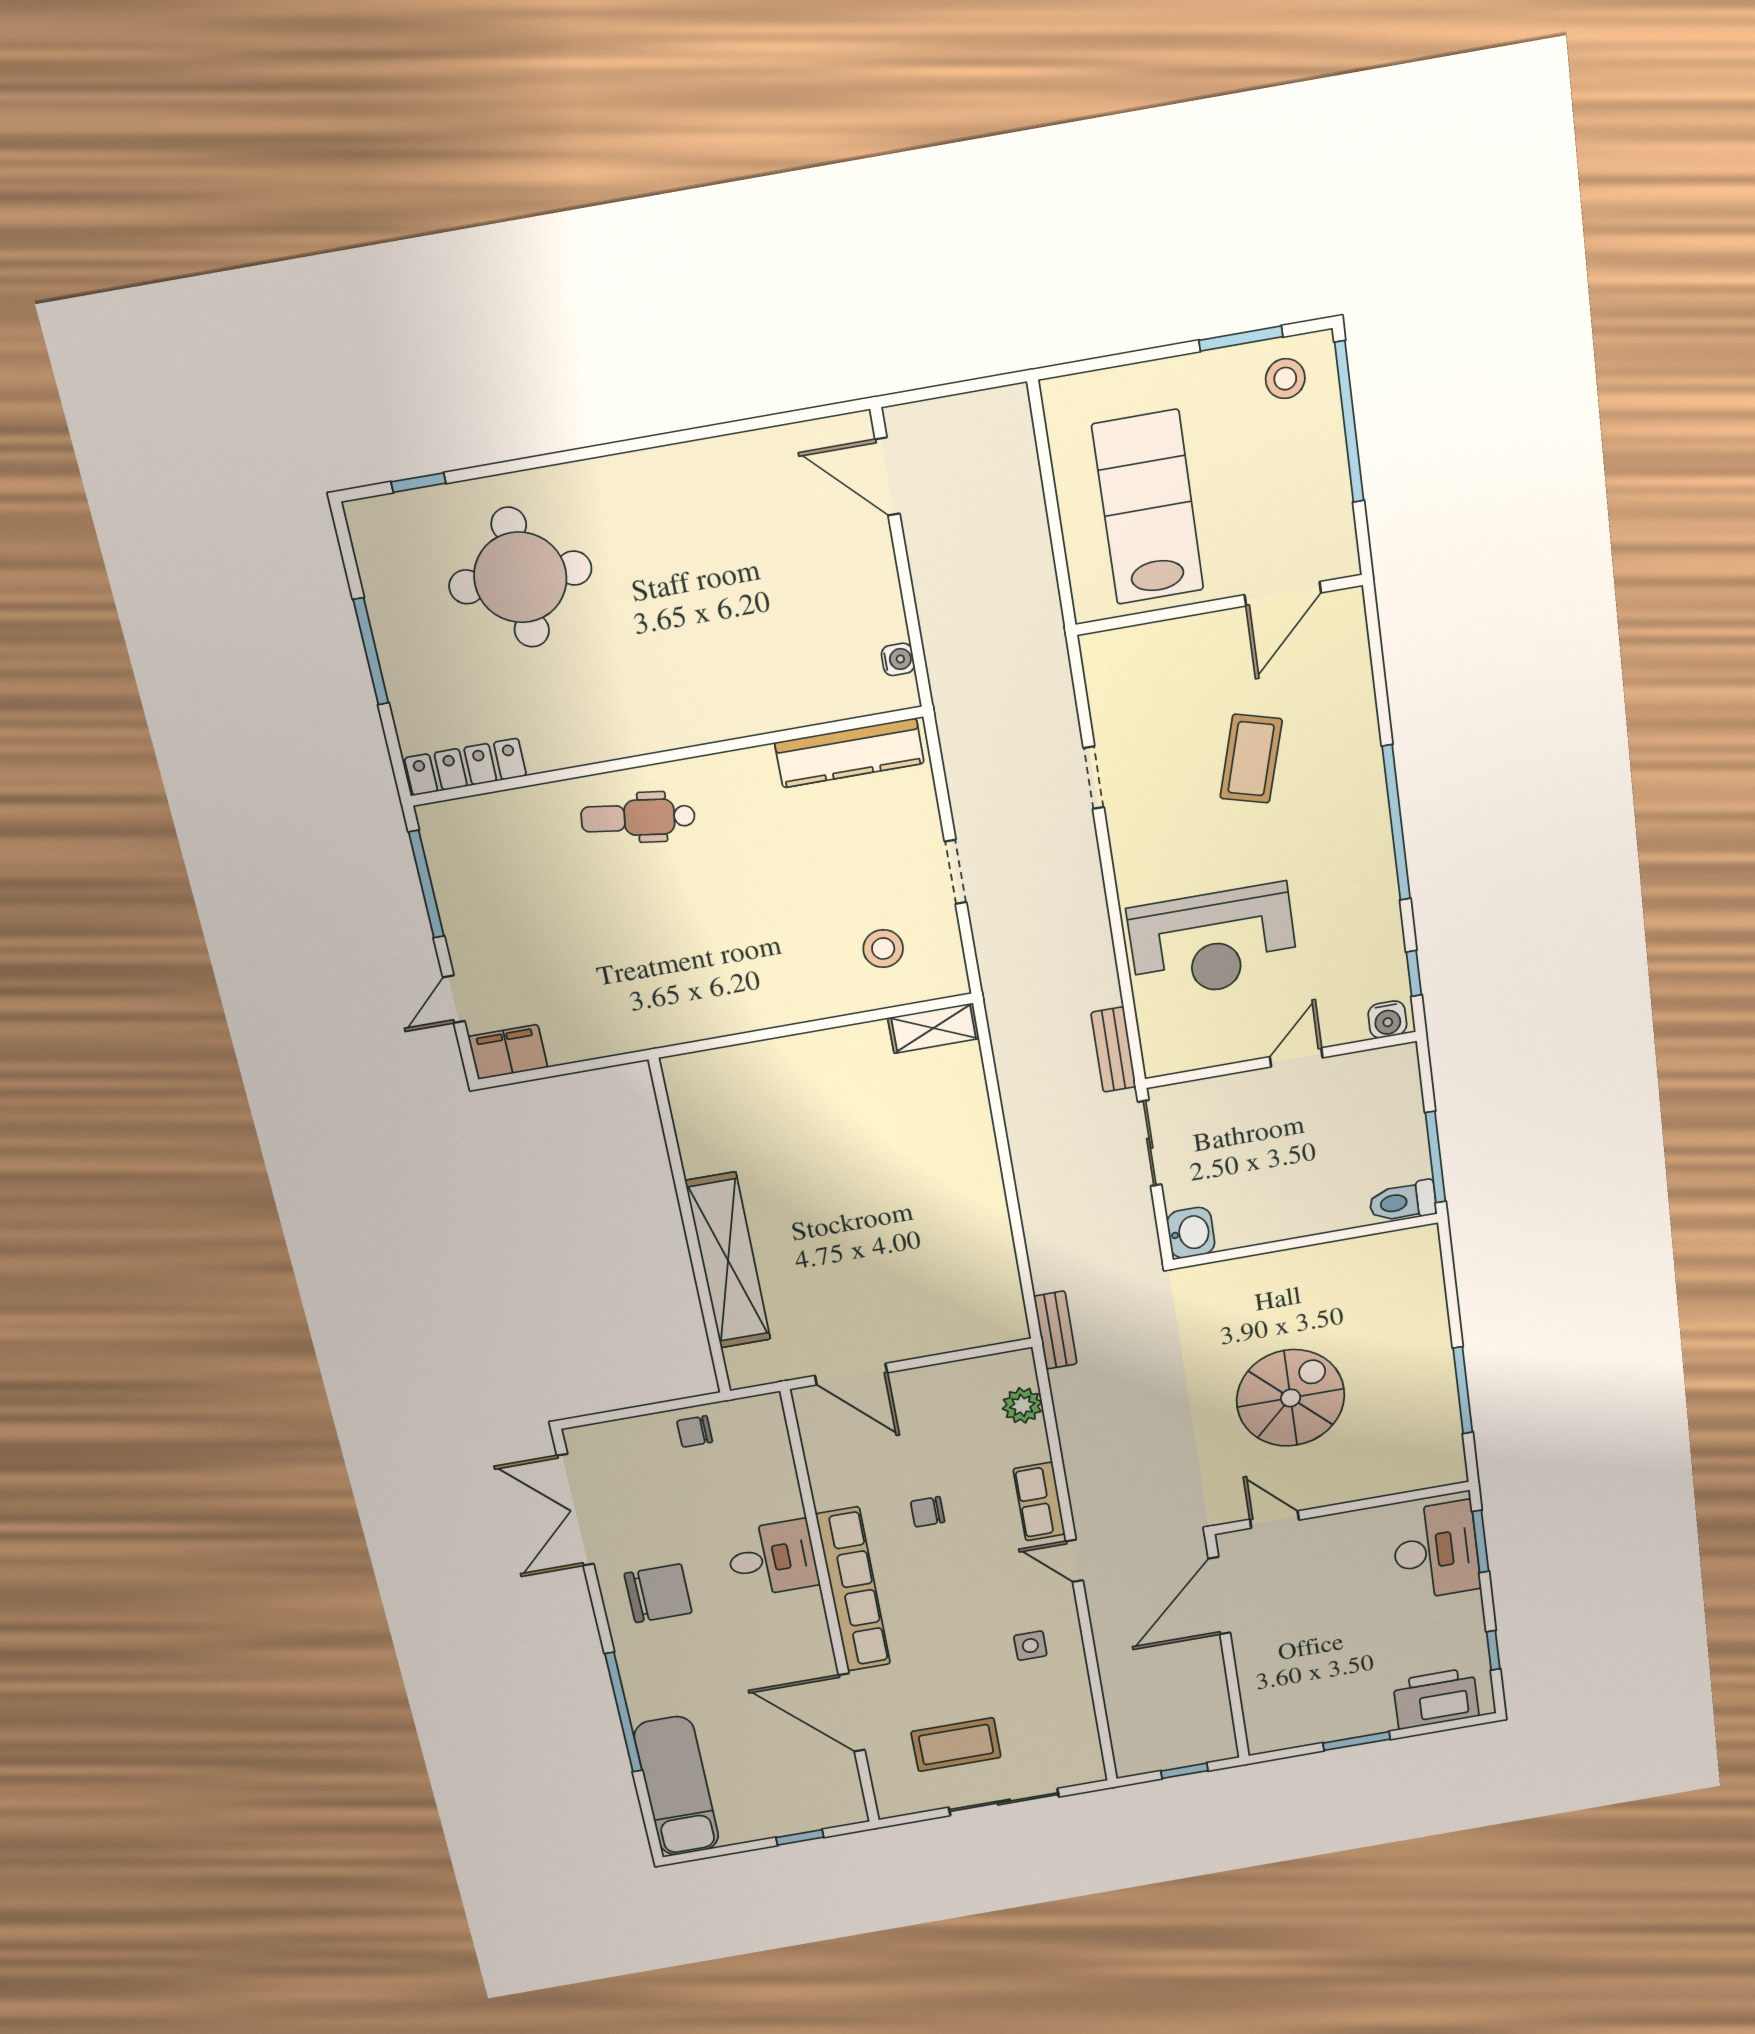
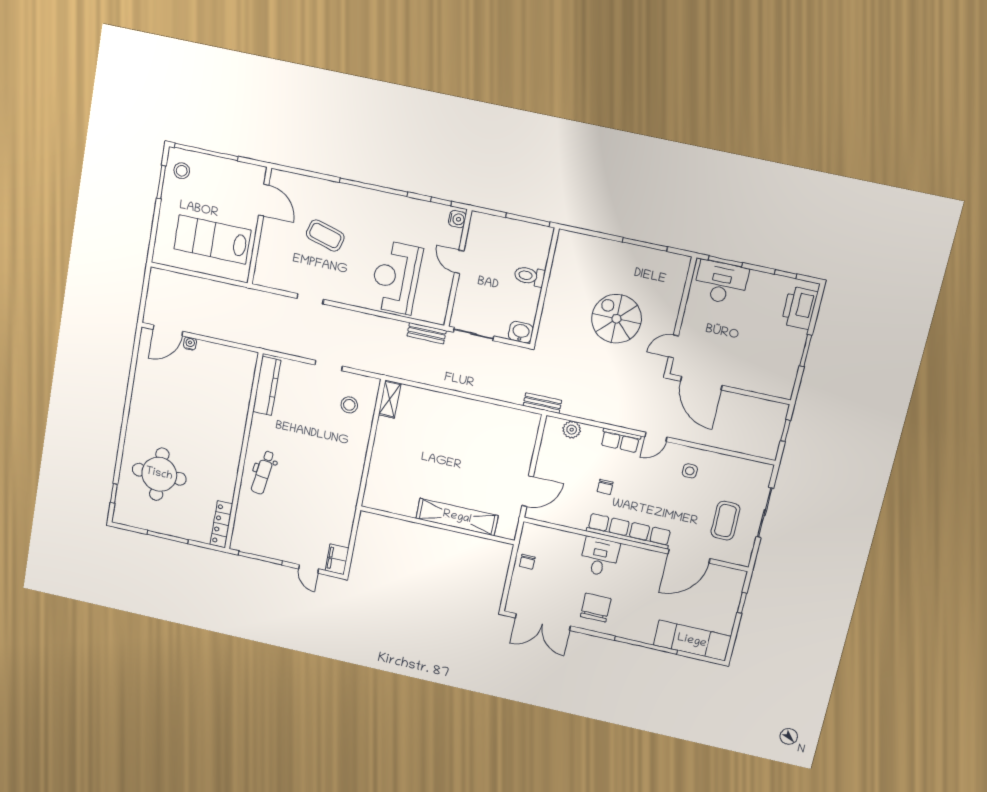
water cooler: (898, 659) -> (190, 343), moved
reception desk: (1213, 942) -> (396, 278), turned 180
toilet: (1403, 1202) -> (530, 276), moved, turned 90

